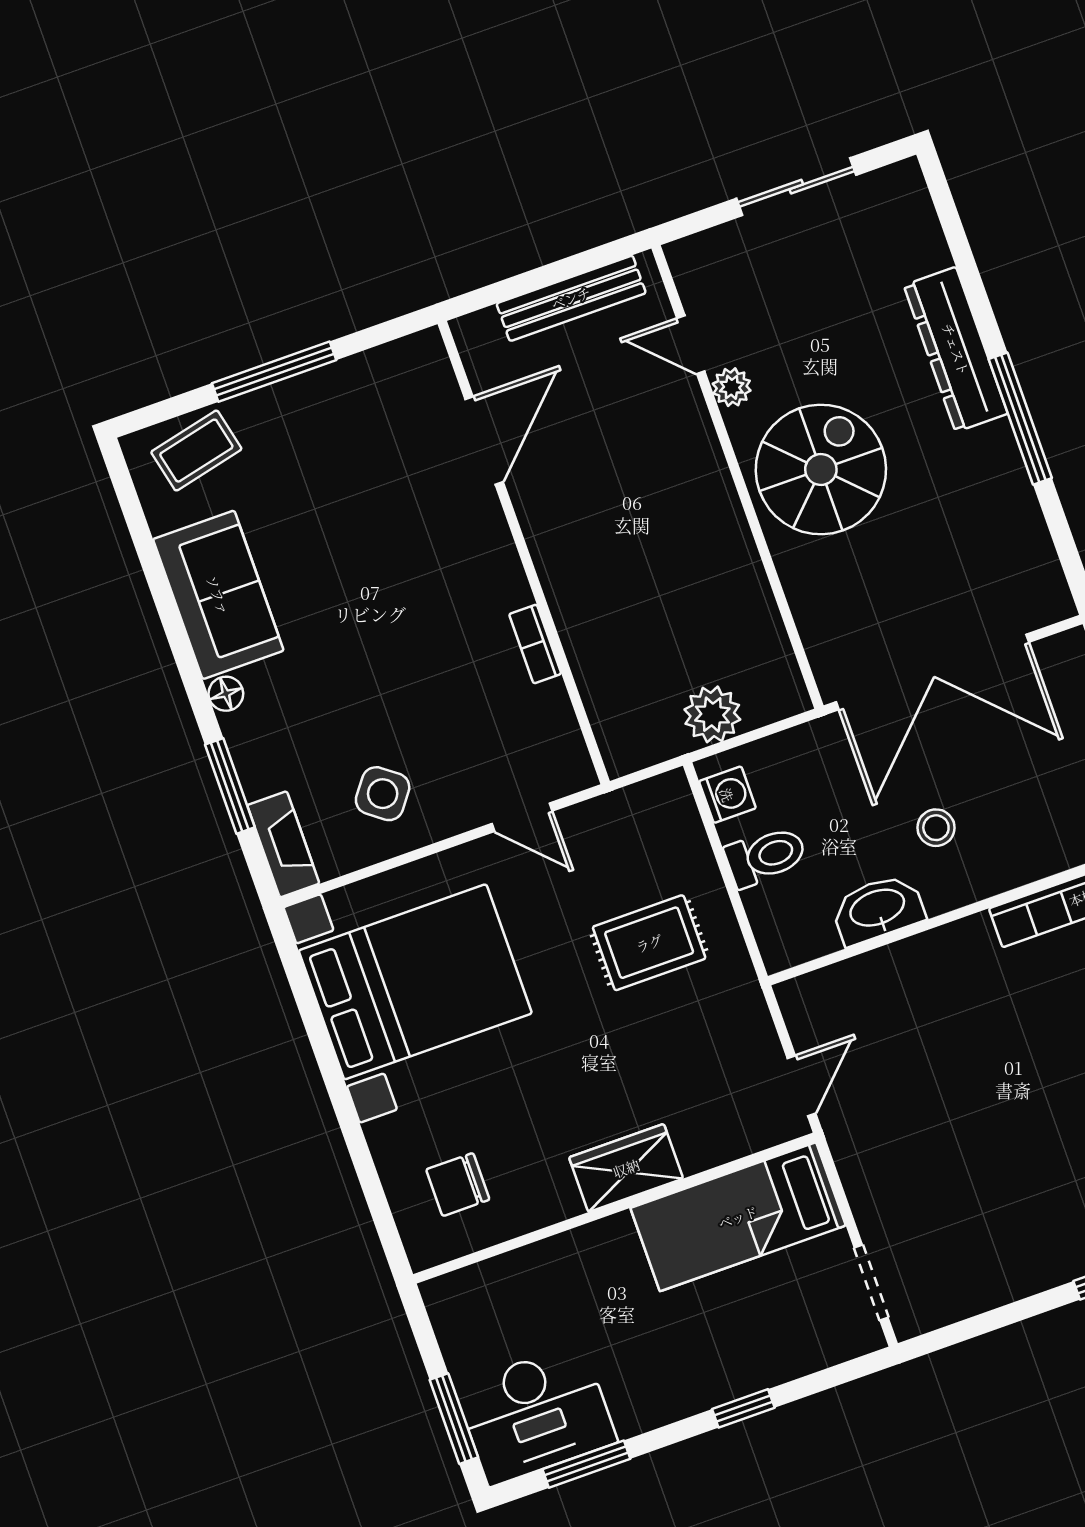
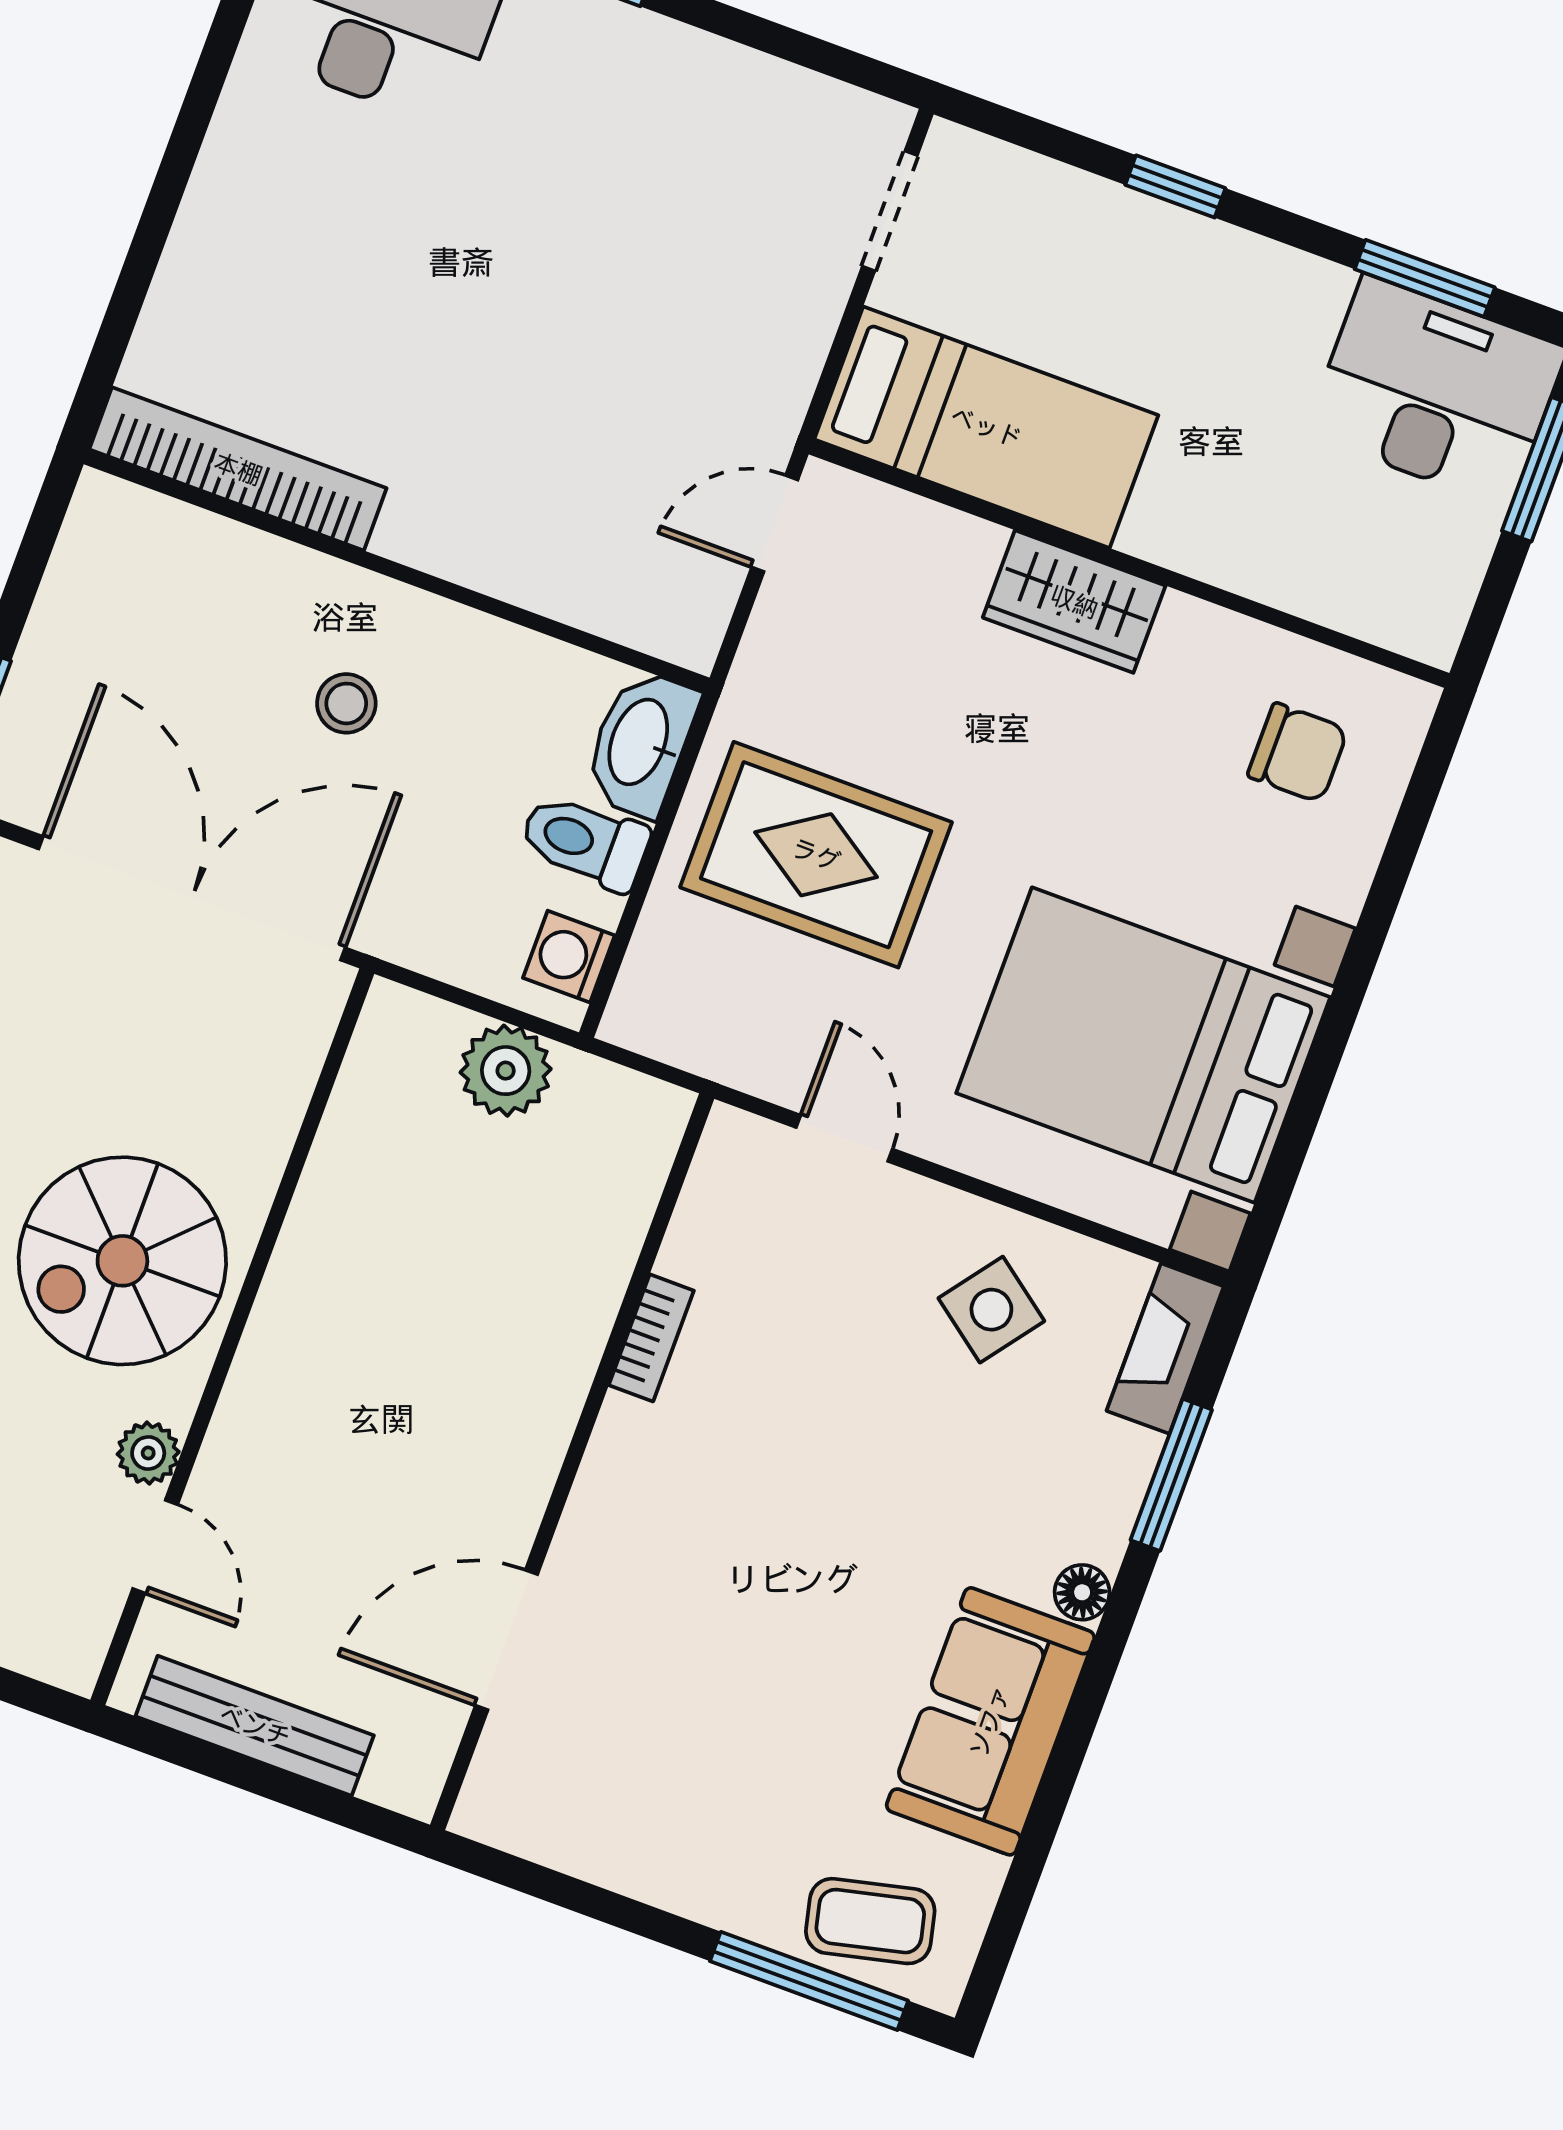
window: (274, 372) -> (809, 1981), moved
washbasin: (878, 909) -> (641, 743), moved, turned 90
rug: (649, 943) -> (816, 855), width x1.36, depth x1.43

